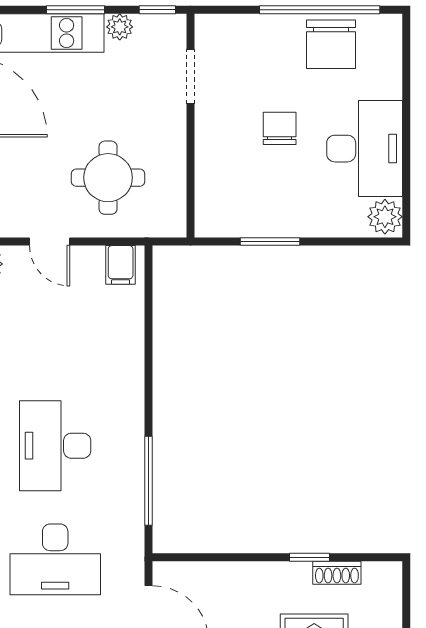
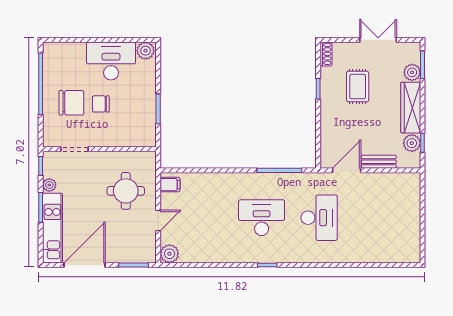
chair: (331, 44) -> (71, 103), moved
desk: (55, 446) -> (262, 218), turned 180
shoe rack: (337, 573) -> (326, 54), moved

